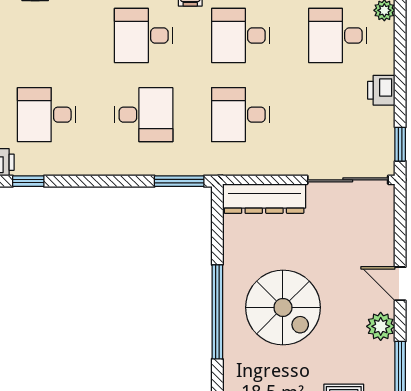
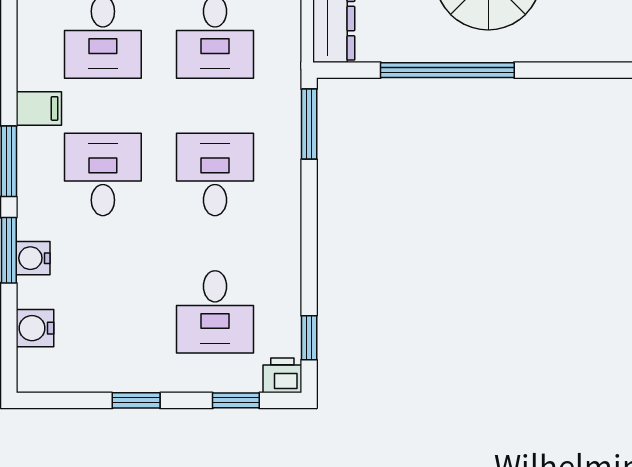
desk: (144, 36) -> (103, 174), turned 180
window: (217, 312) -> (447, 70), moved

